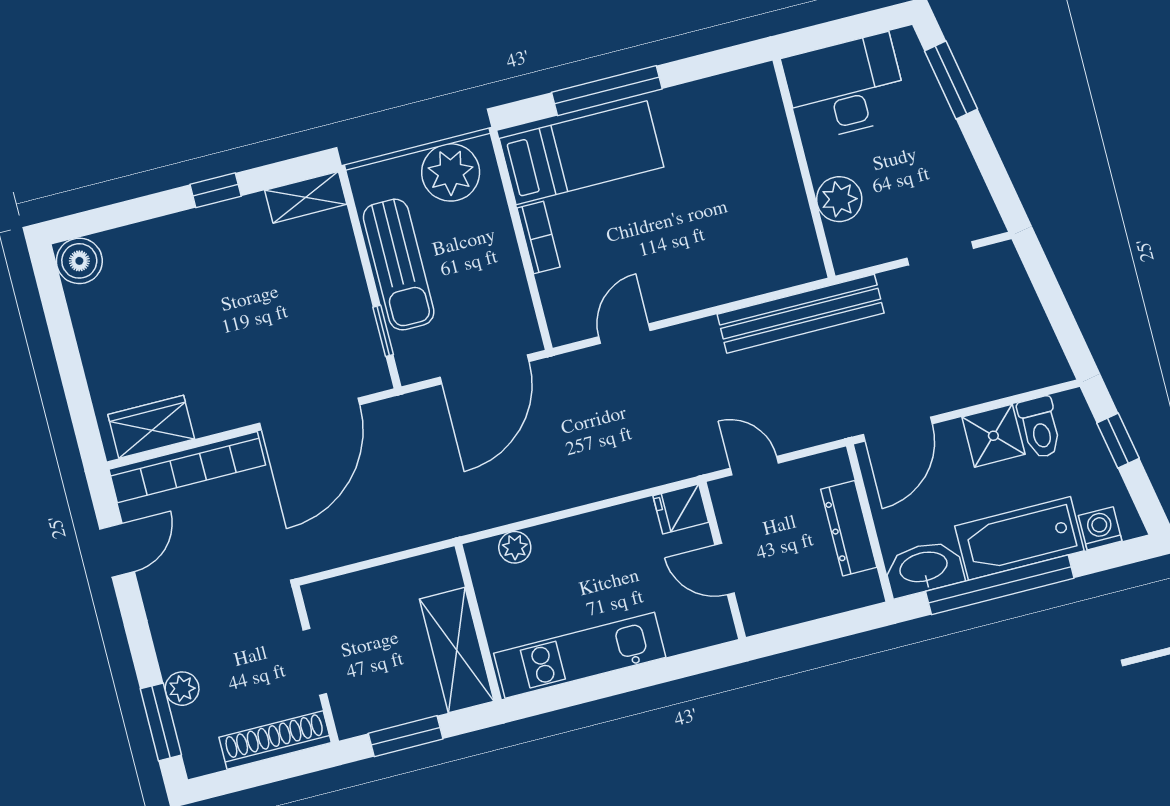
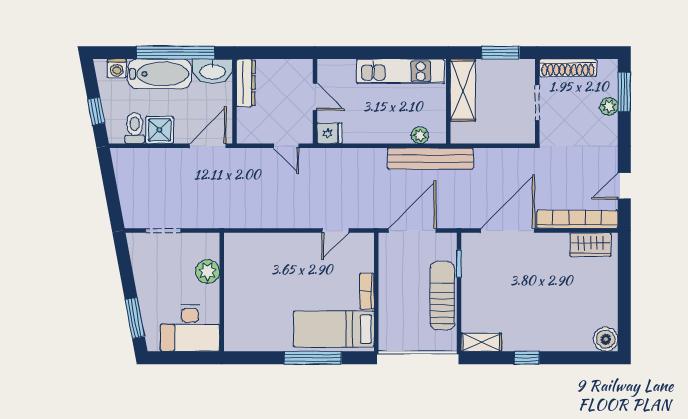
plant: (451, 172) -> (404, 336), removed
bench: (801, 314) -> (430, 159), moved
dresser: (849, 528) -> (246, 83), moved

